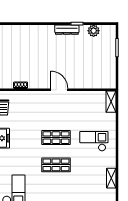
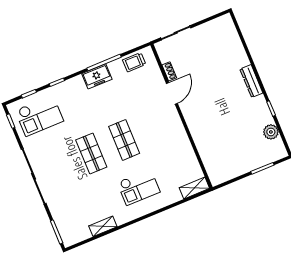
dresser: (67, 30) -> (251, 81), moved
door: (59, 90) -> (172, 93), moved
checkout: (94, 141) -> (139, 187), turned 90

